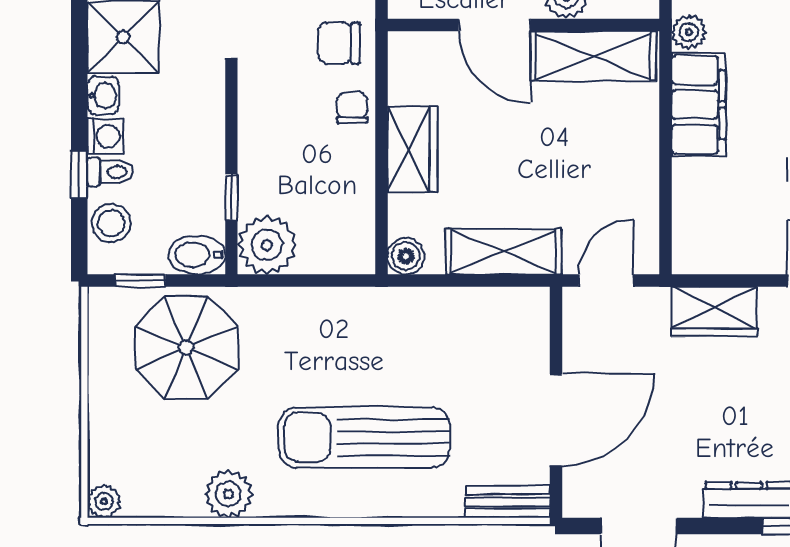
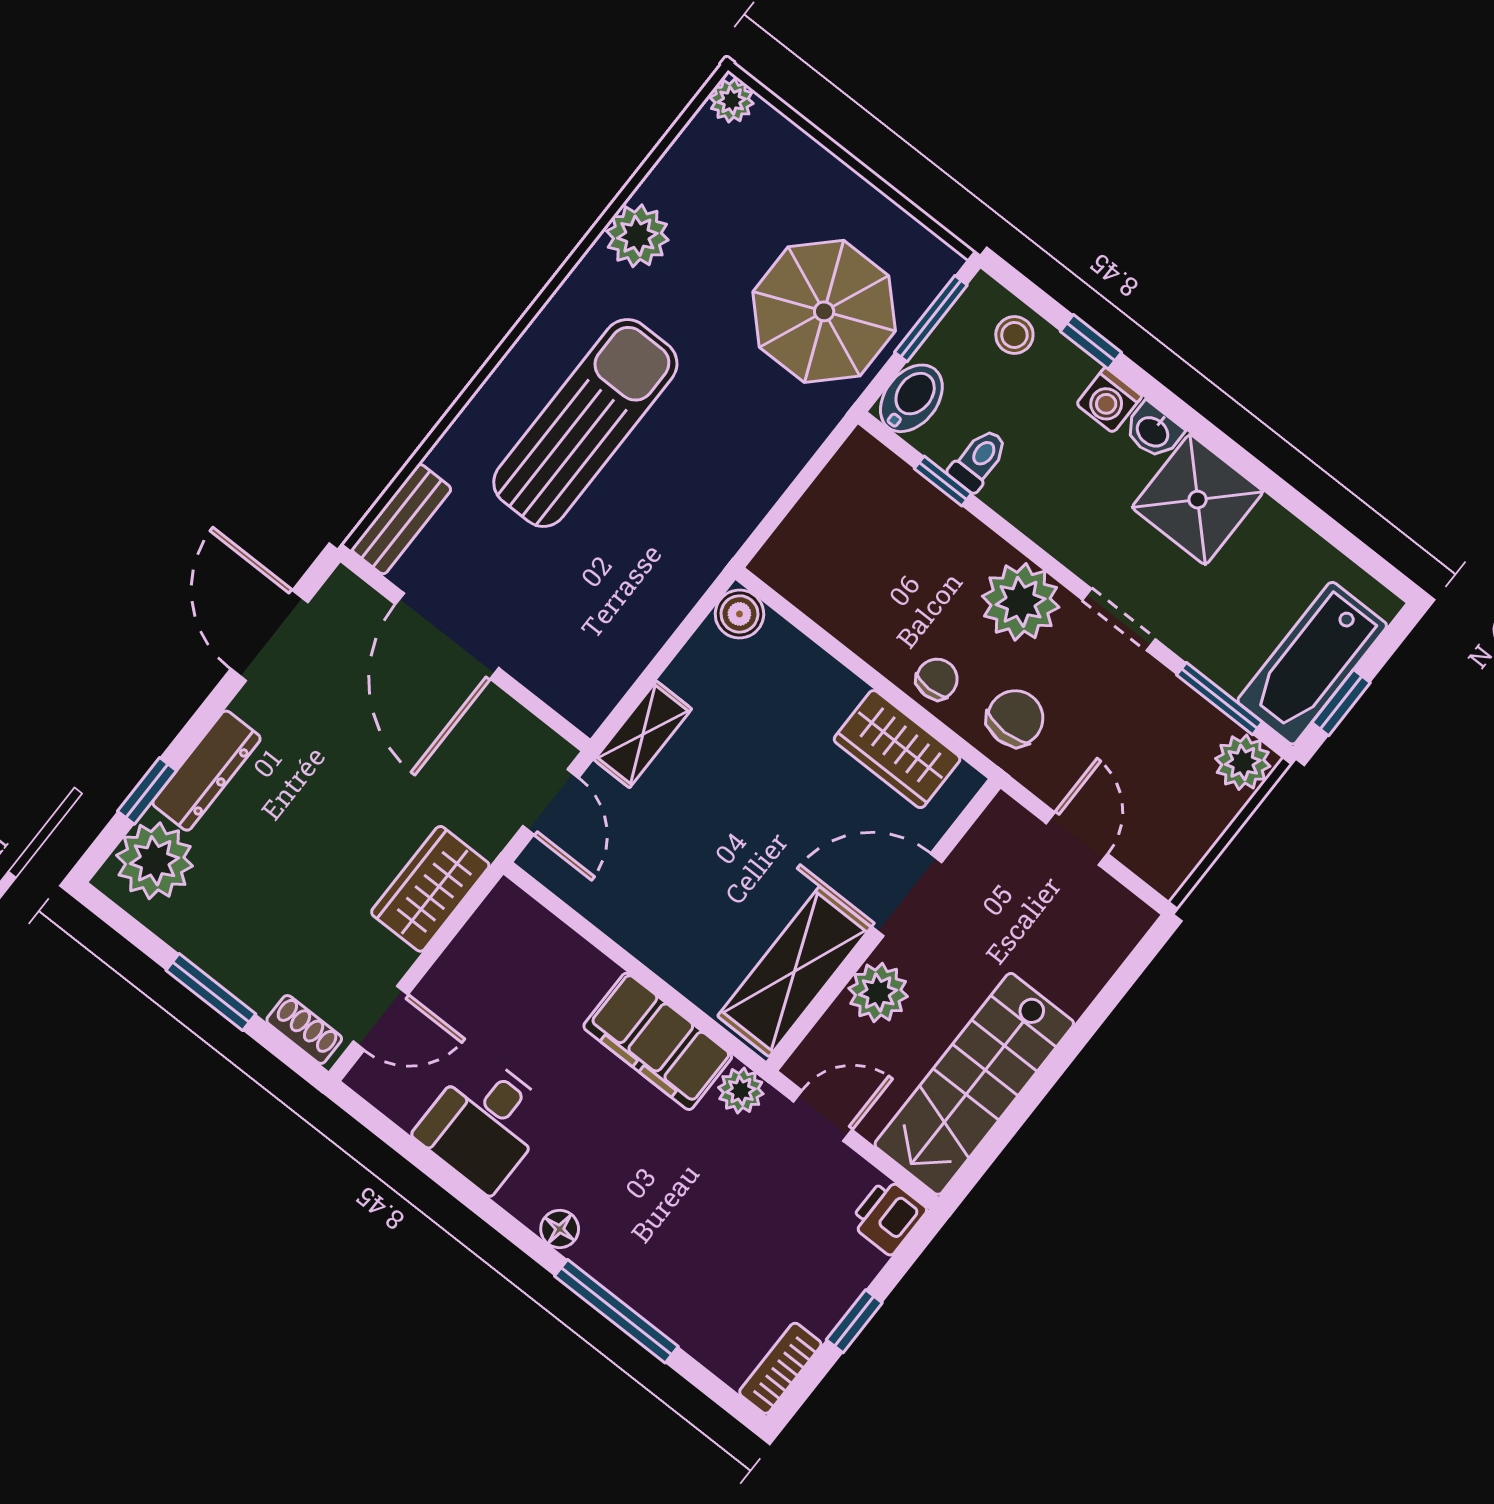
chair: (352, 108) -> (937, 679), turned -90
wardrobe: (412, 149) -> (897, 749), moved
toilet: (110, 172) -> (979, 460), moved, turned 180
stool: (111, 223) -> (1014, 335), width x0.73, depth x0.73
plant: (267, 245) -> (1021, 602), moved
shelving: (504, 252) -> (643, 734), width x0.67, depth x0.75
window: (140, 281) -> (931, 319), width x1.50

